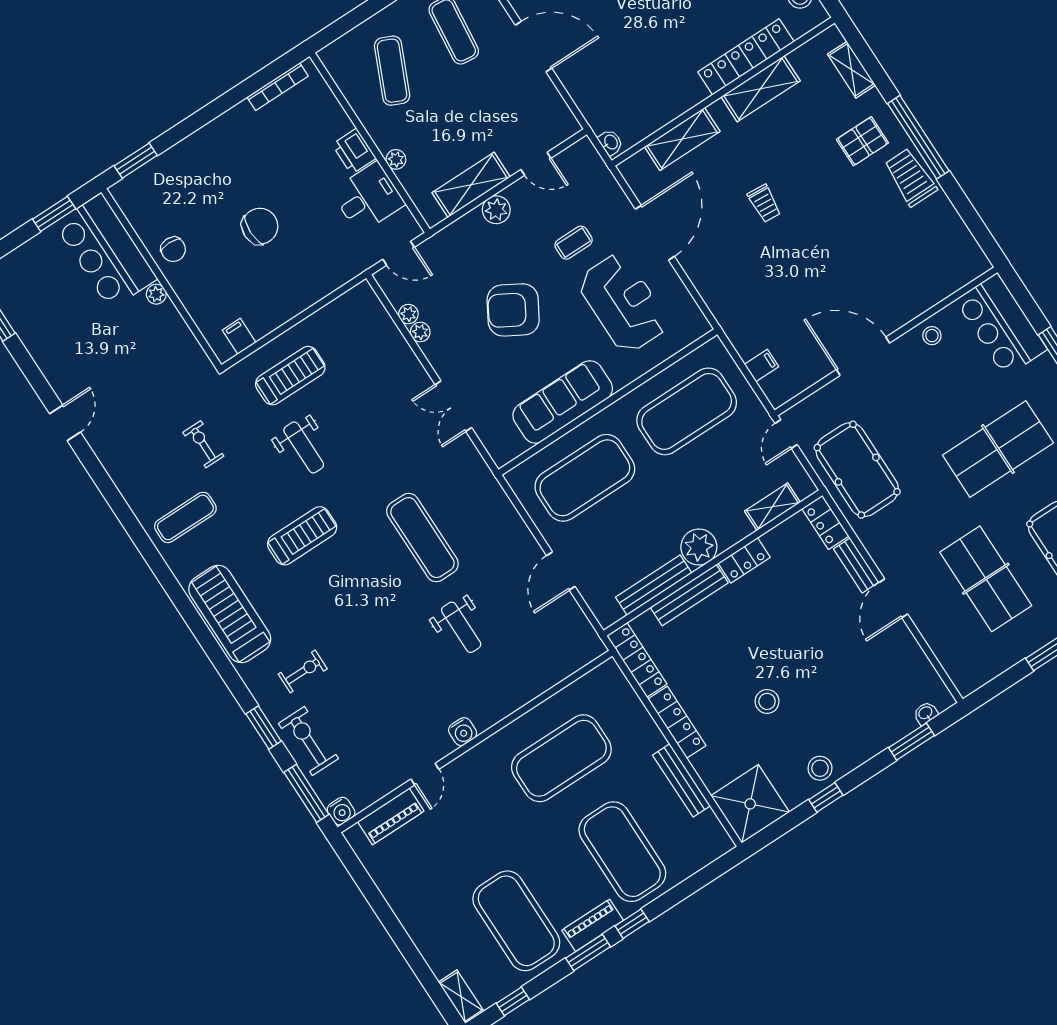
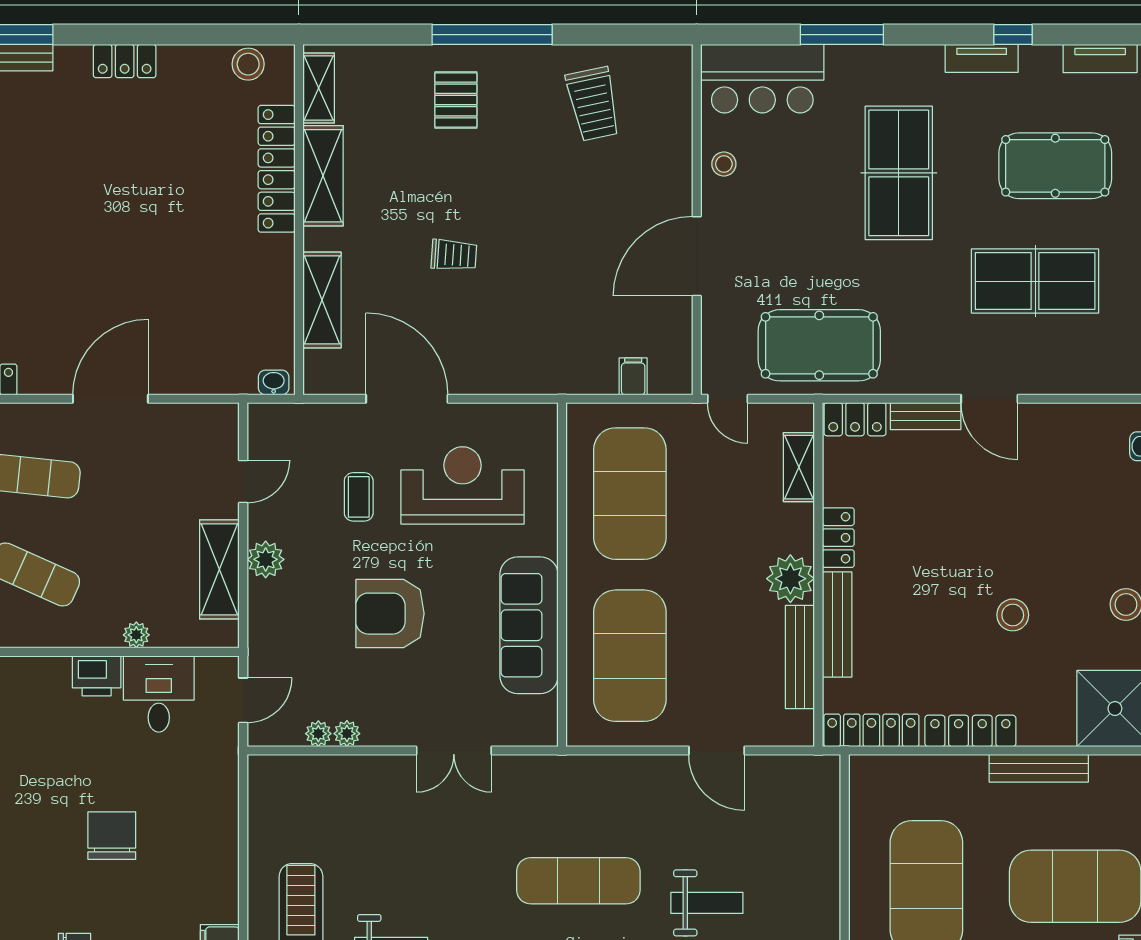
shelving: (851, 70) -> (319, 88), moved, turned 90
trolley: (910, 177) -> (593, 104), moved, turned -102
armchair: (513, 310) -> (390, 614), turned 60

